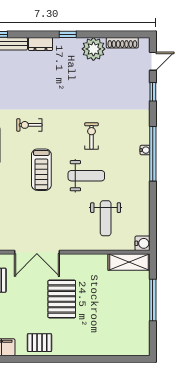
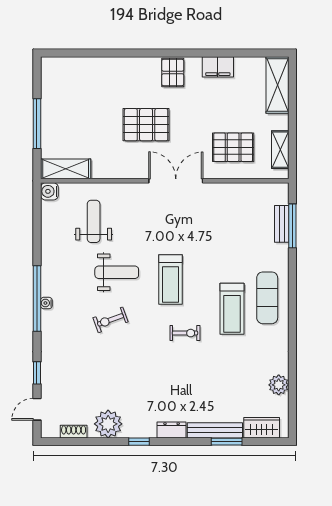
shoe rack: (122, 43) -> (74, 432), width x0.70
exercise bike: (91, 136) -> (110, 320), turned 70
treadmill: (41, 170) -> (170, 280), turned 180
weight bench: (86, 176) -> (117, 272), turned 180
pallet: (62, 299) -> (146, 125), turned 90
pallet: (39, 343) -> (173, 72), turned 90

